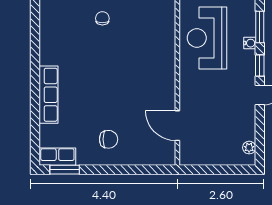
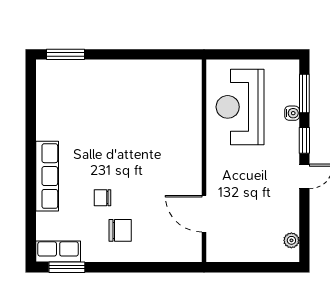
chair: (102, 18) -> (102, 198), moved, turned -90

